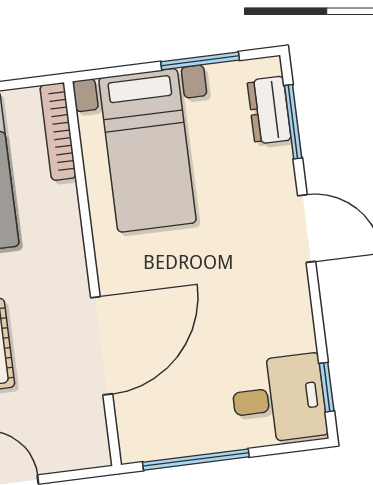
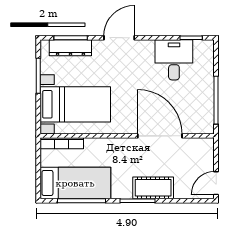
dresser: (269, 110) -> (70, 48), width x1.44
desk: (279, 399) -> (174, 60), moved

